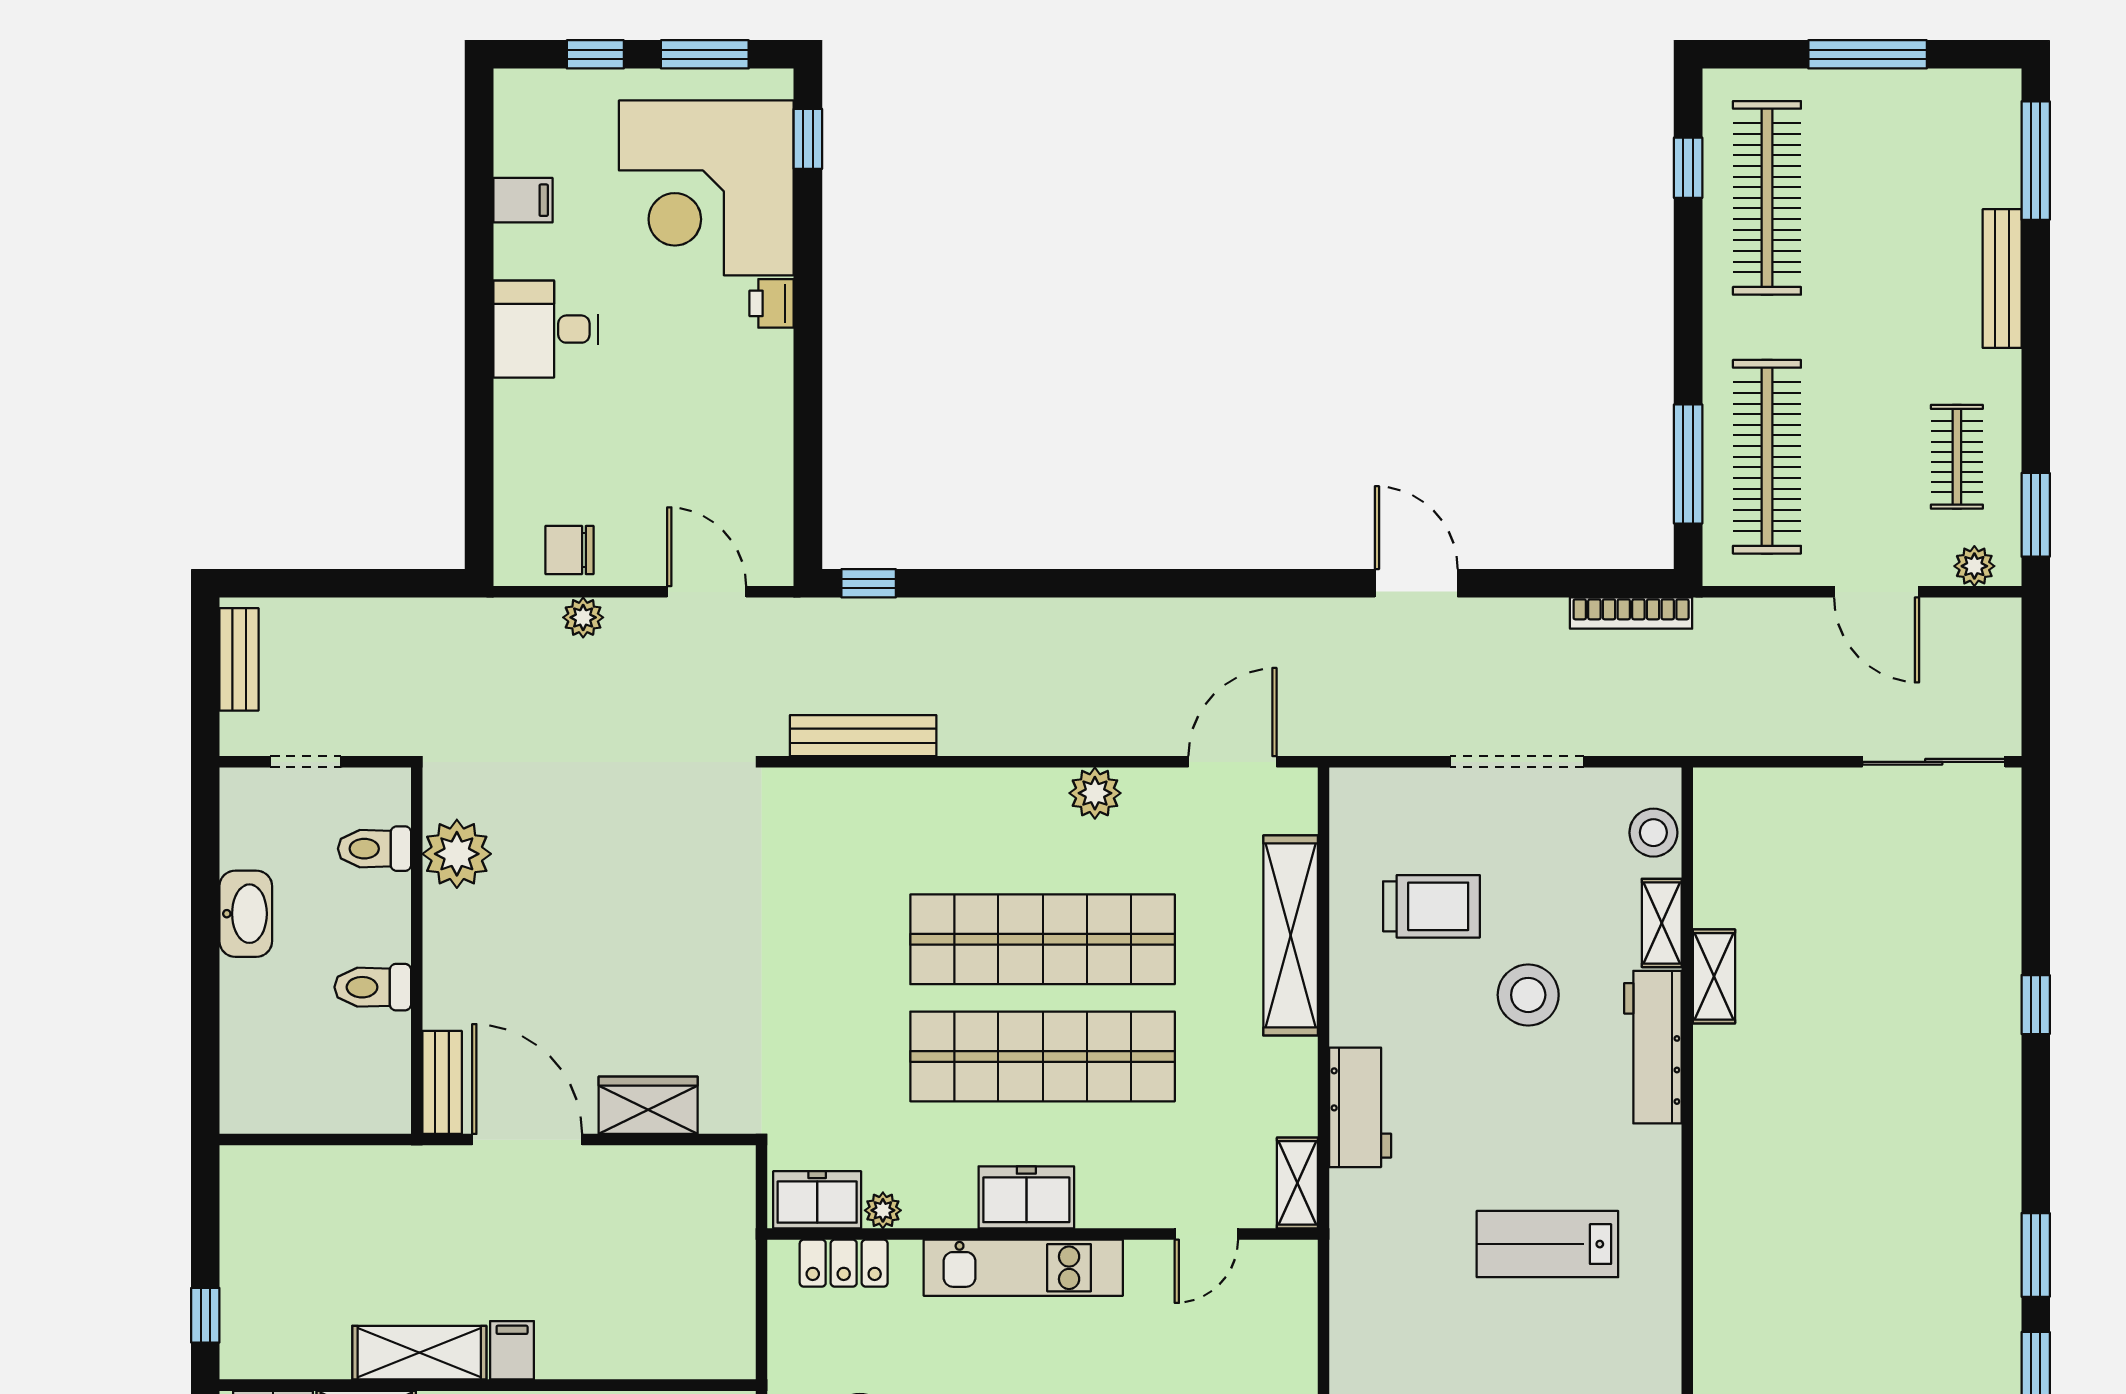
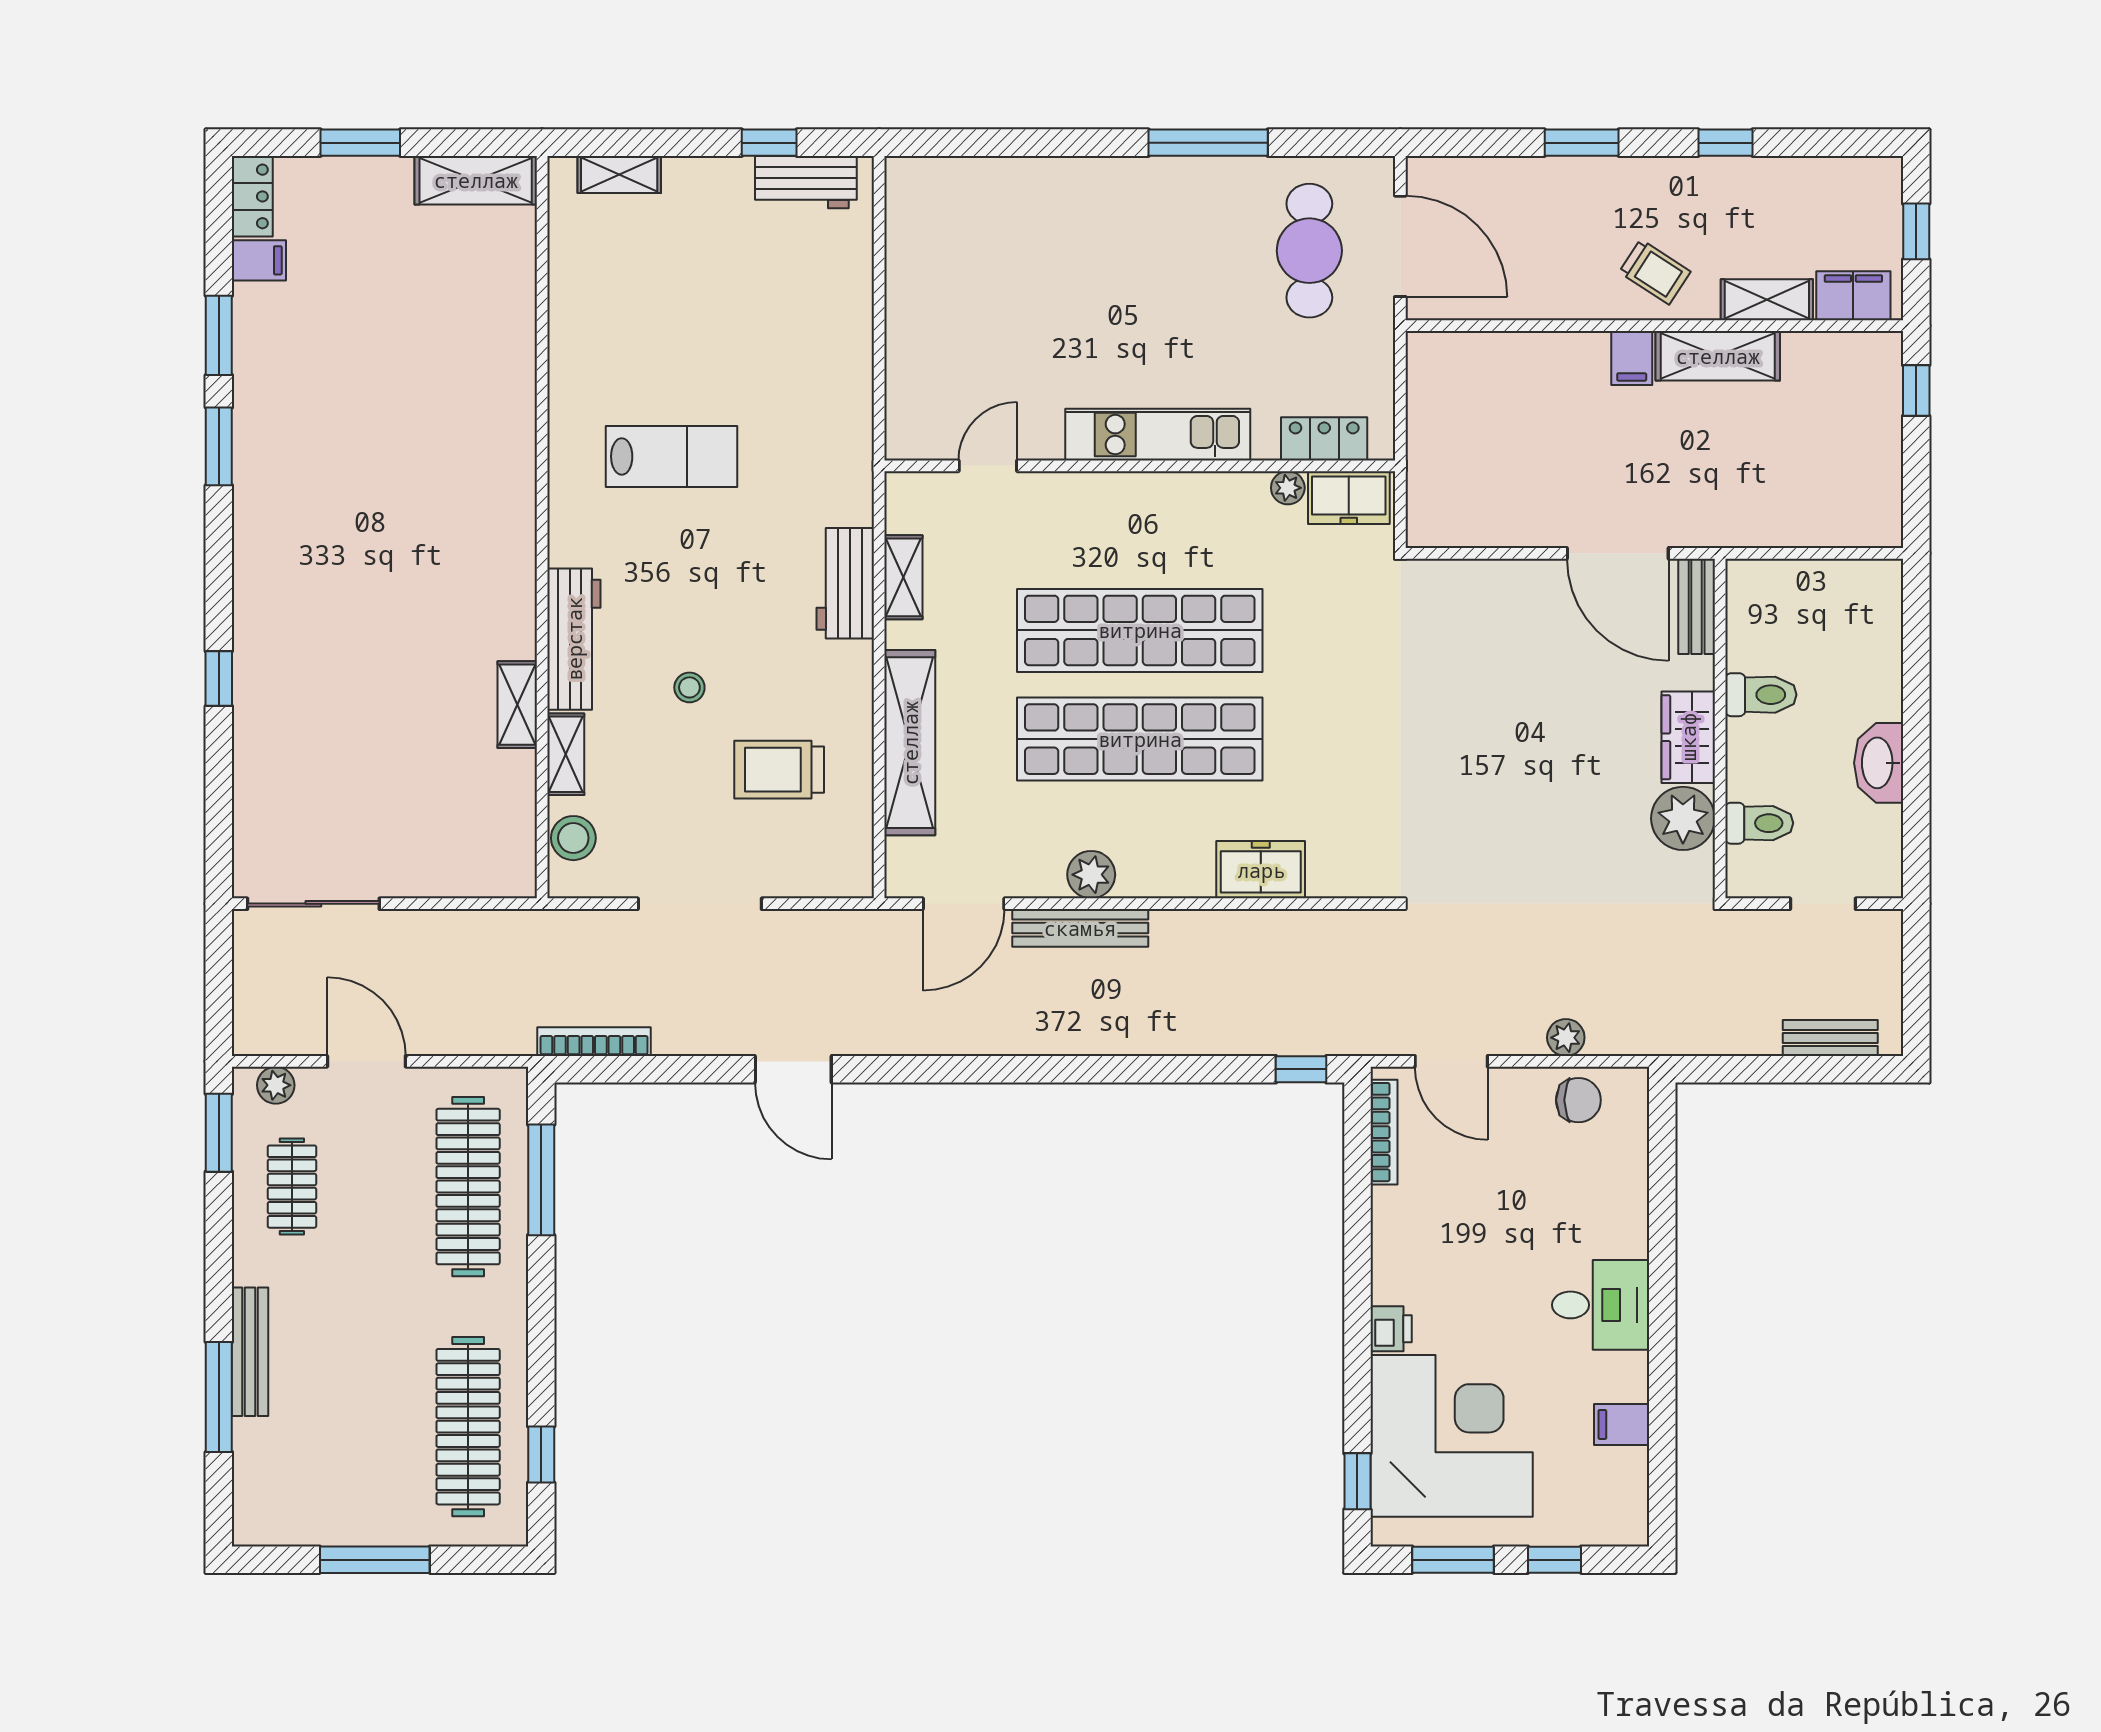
window: (2036, 161) -> (219, 1397), moved
bookcase: (779, 515) -> (1384, 1132), added
bench: (239, 659) -> (1830, 1038), moved, turned 90
bench: (863, 736) -> (1080, 928), moved
stool: (1528, 995) -> (689, 687), width x0.53, depth x0.53
wardrobe: (648, 1105) -> (1688, 737), moved, turned 90
shelving: (1297, 1183) -> (903, 577), moved
freezer: (1026, 1197) -> (1261, 870), moved, turned 180

